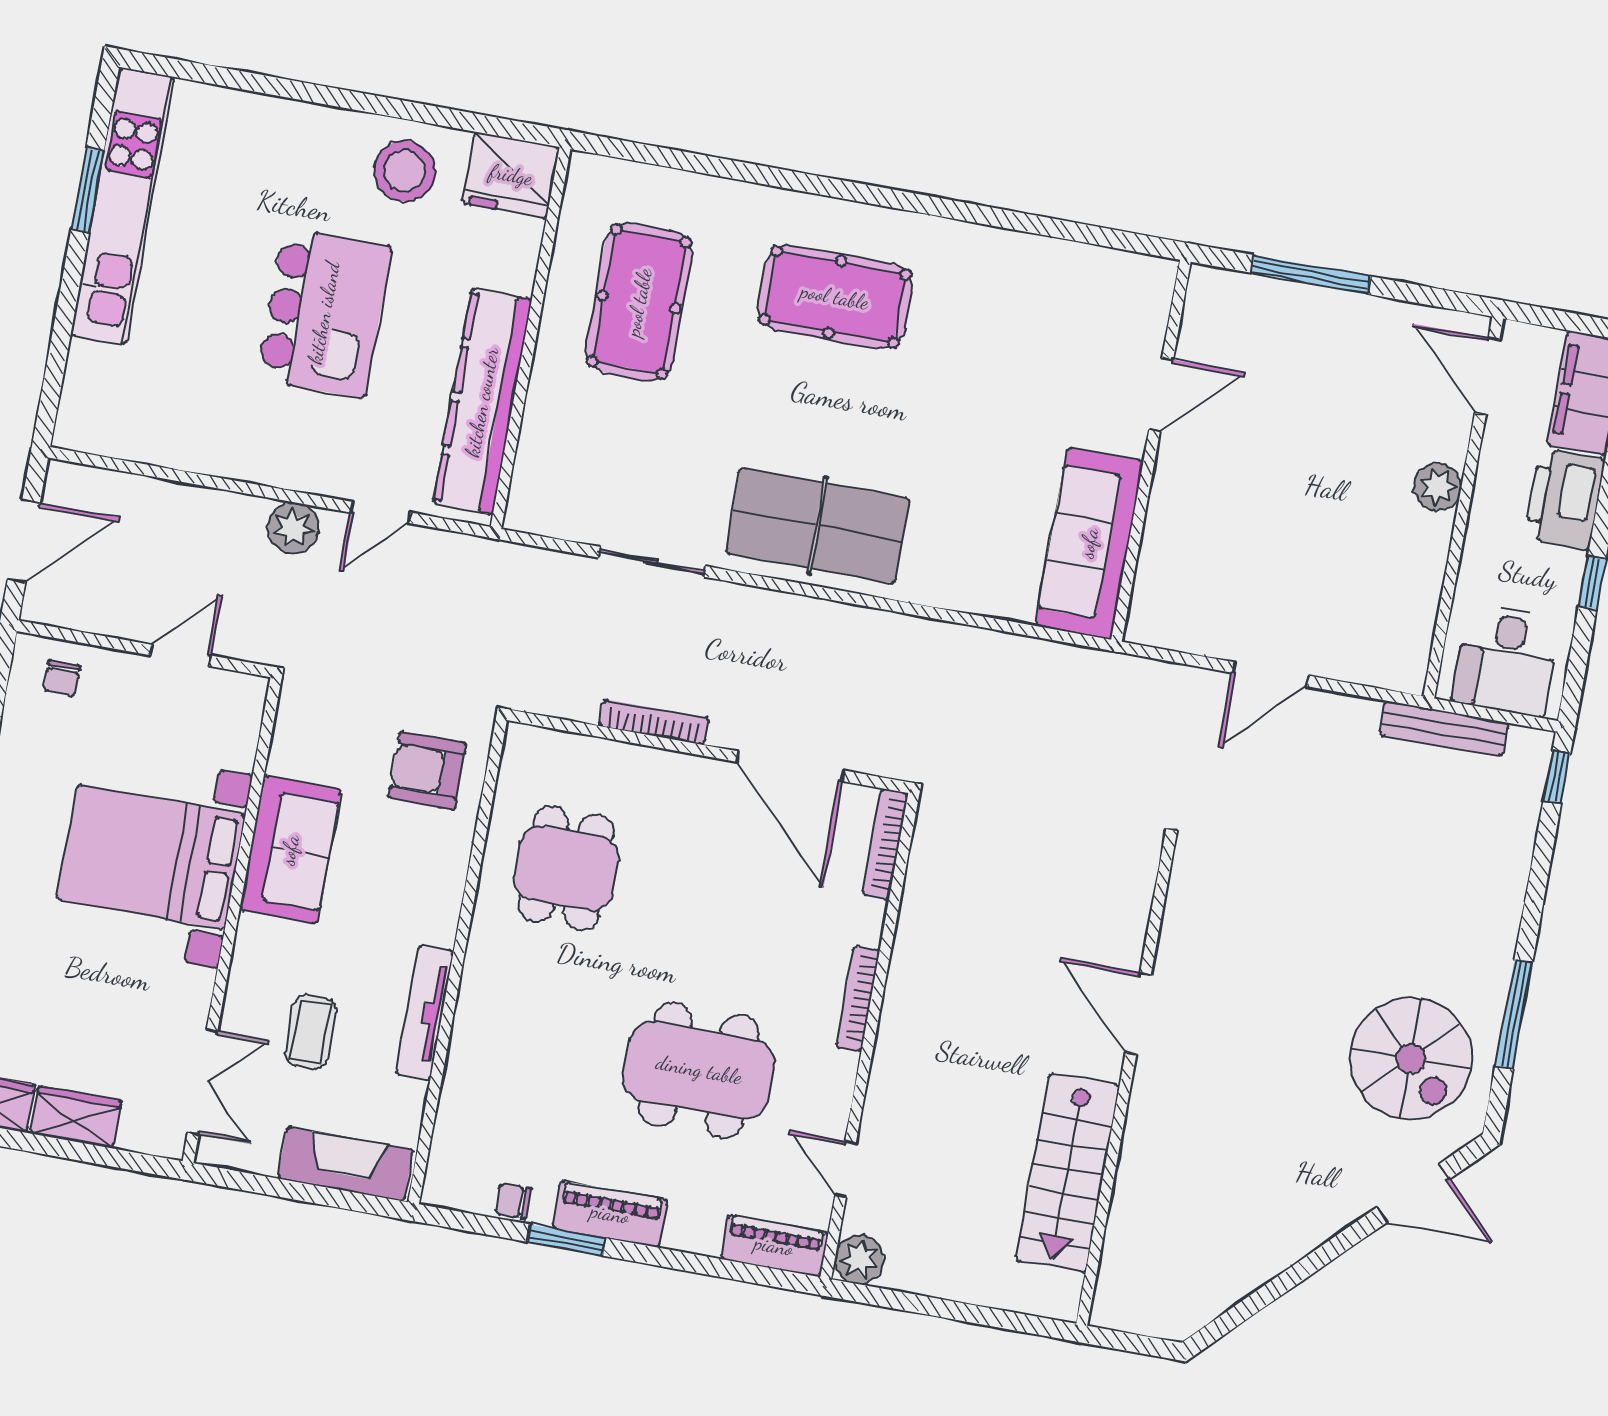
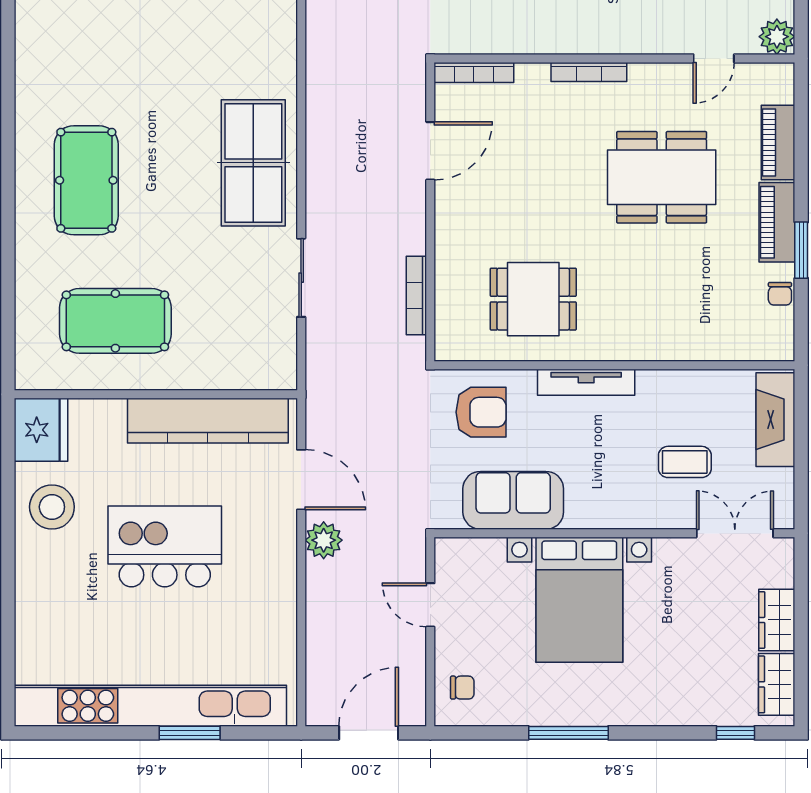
window: (88, 190) -> (190, 733), moved
kitchen unit: (122, 206) -> (150, 706), width x1.36
door: (380, 512) -> (301, 480), width x1.38
door: (24, 541) -> (369, 733), hinge flipped
bookcase: (654, 722) -> (416, 296), moved
door: (790, 766) -> (430, 151), width x0.73
armchair: (427, 770) -> (481, 412), turned -90
sofa: (290, 850) -> (513, 500), moved
tv unit: (425, 1013) -> (586, 382), moved
dining table: (699, 1070) -> (662, 177), turned 90
piano: (774, 1246) -> (778, 142), moved

